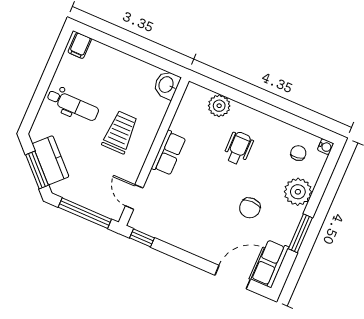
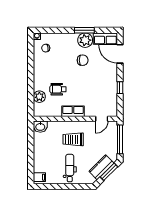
wheelchair: (238, 148) -> (58, 89), moved
plant: (298, 192) -> (85, 40), moved
window: (142, 238) -> (120, 88), moved

